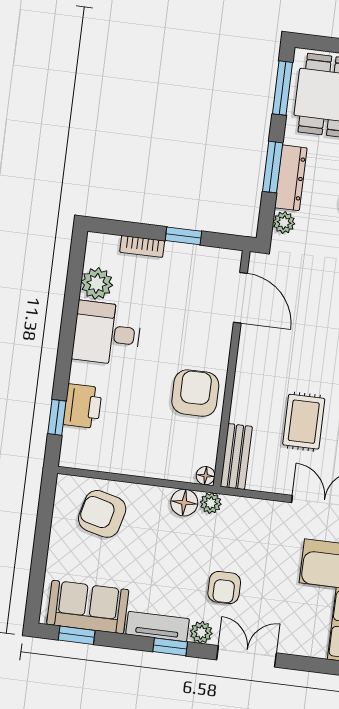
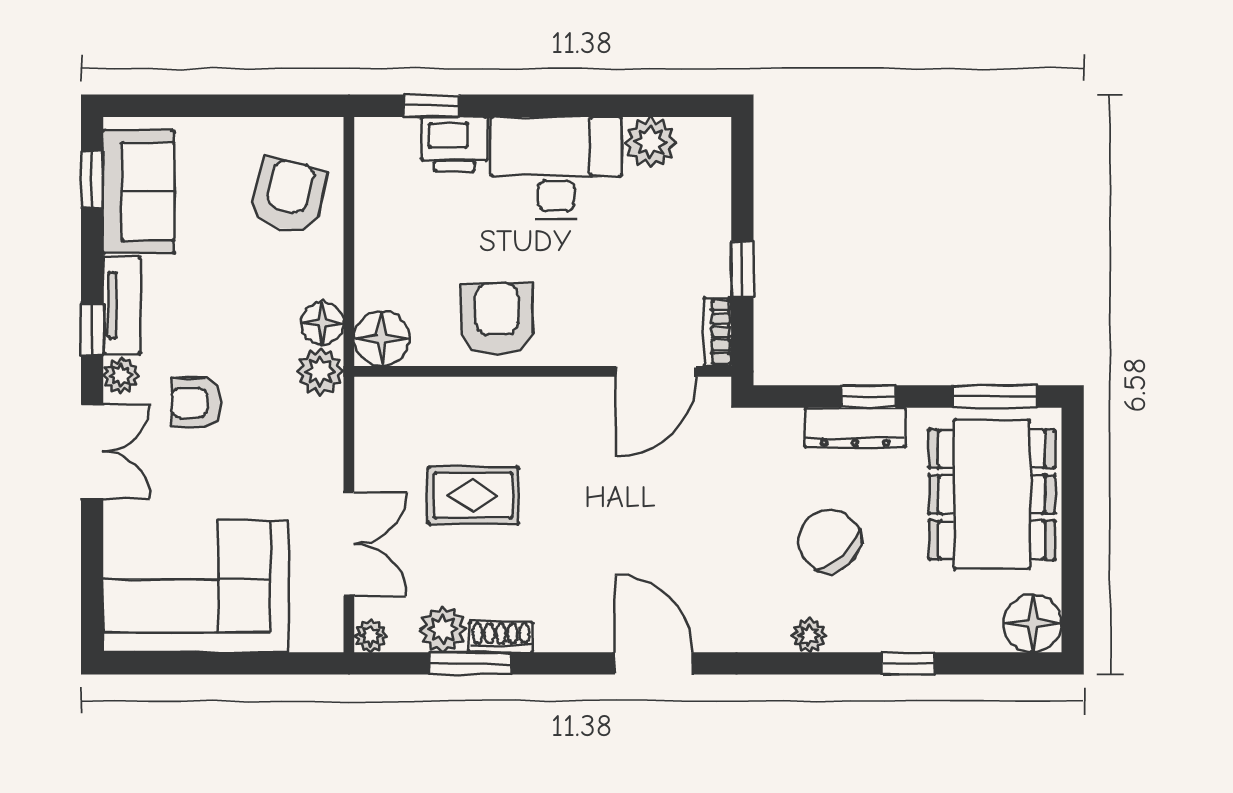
window: (273, 167) -> (868, 397), width x0.67
plant: (284, 222) -> (783, 425), removed
bookcase: (142, 246) -> (718, 332), moved
desk: (107, 333) -> (556, 168), width x1.37
armchair: (195, 393) -> (497, 319), turned -90
bench: (236, 457) -> (405, 396), removed
floor lamp: (206, 476) -> (382, 338), width x1.89, depth x1.89
plant: (211, 503) -> (320, 371), width x1.38, depth x1.38

